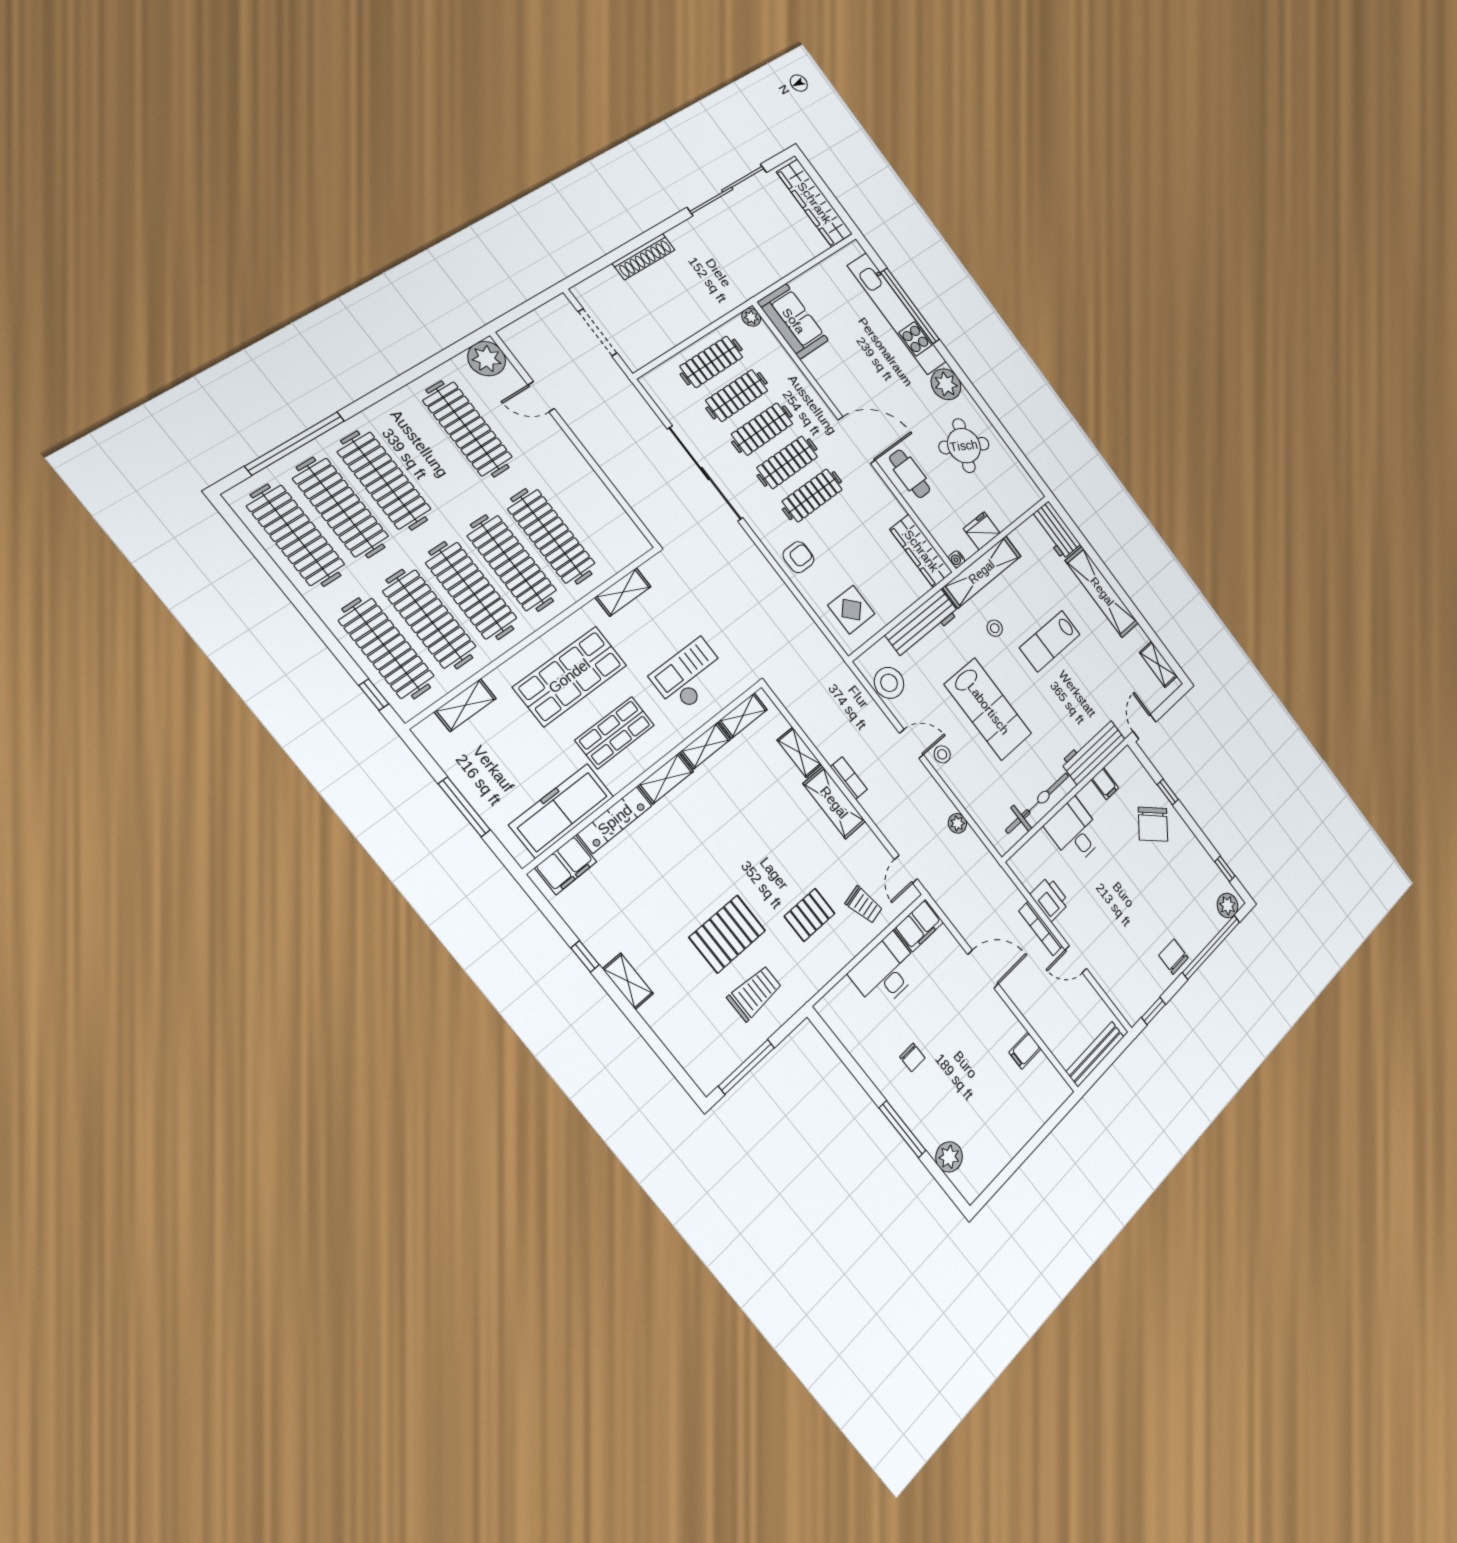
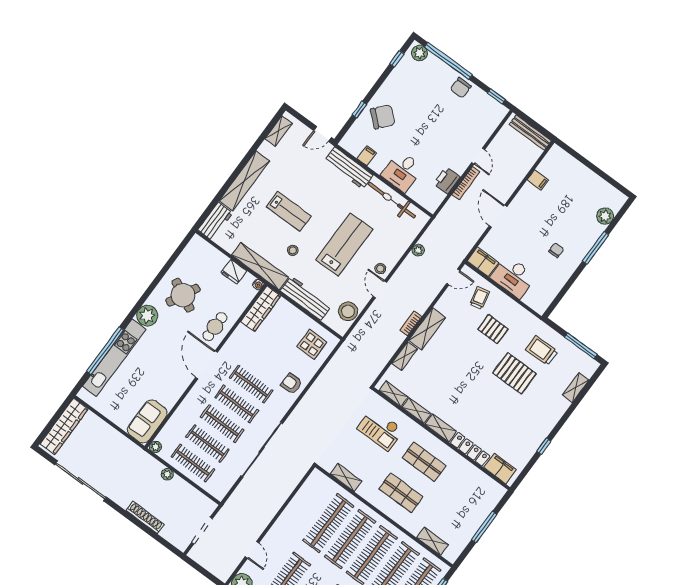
plant: (704, 317) -> (167, 474), added
shop shelf: (570, 676) -> (401, 493), width x0.70, depth x0.74
freezer: (562, 811) -> (473, 478), removed
shelving: (628, 981) -> (576, 388), moved

